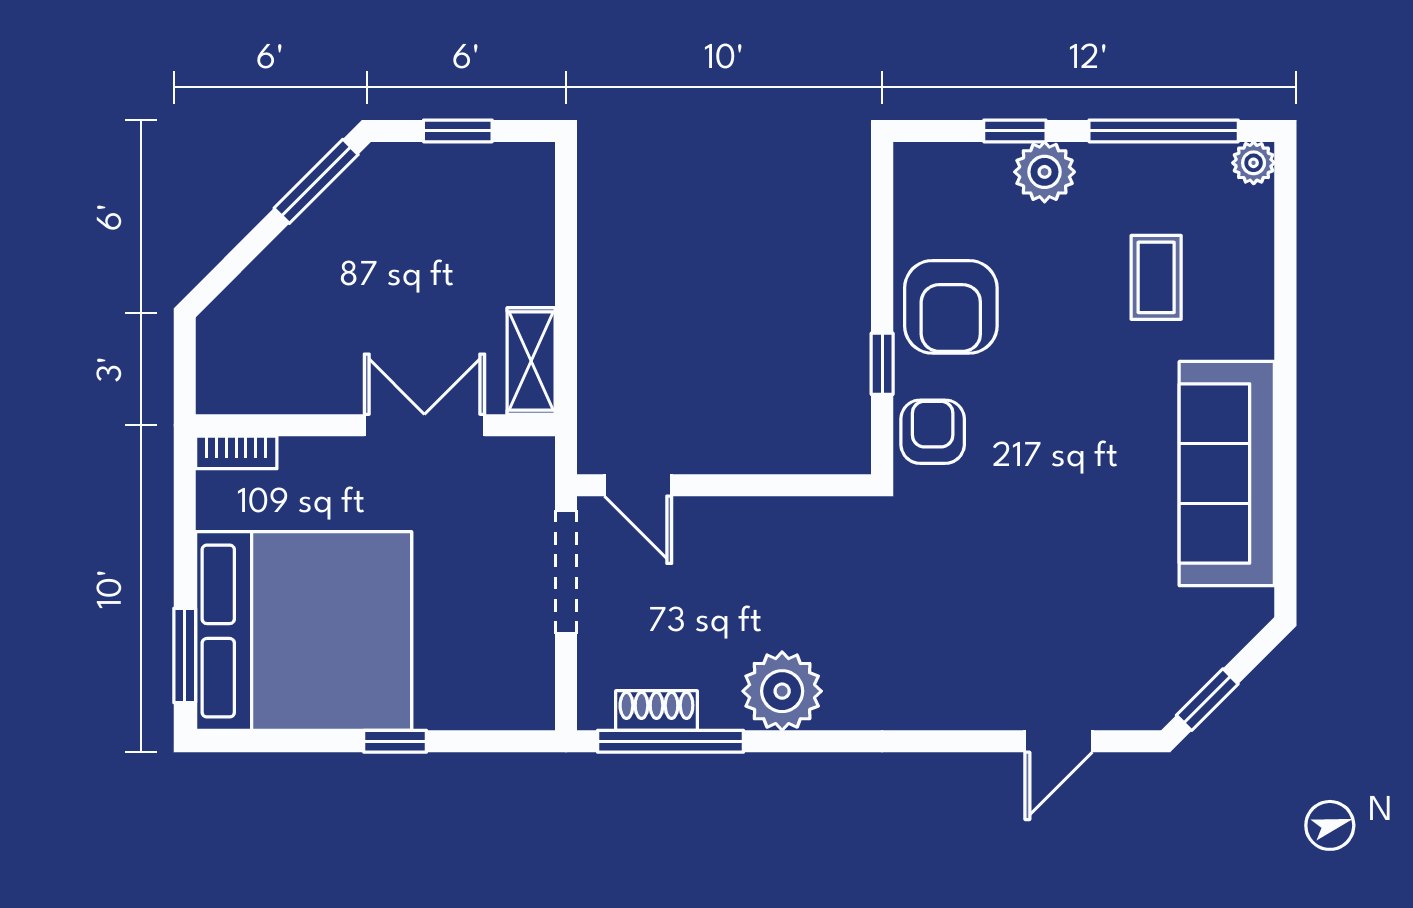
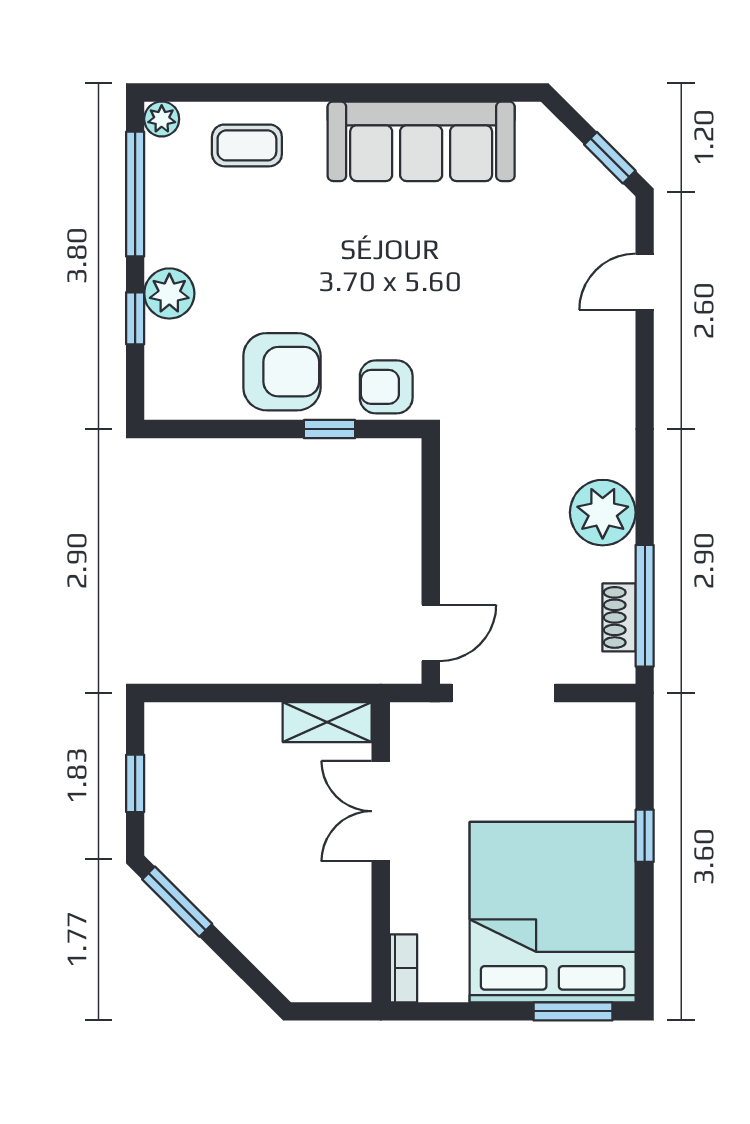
coffee table: (1156, 277) -> (247, 145), moved
door: (1059, 741) -> (645, 282), swing flipped

